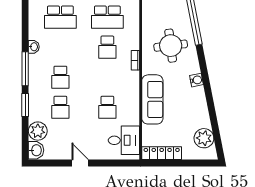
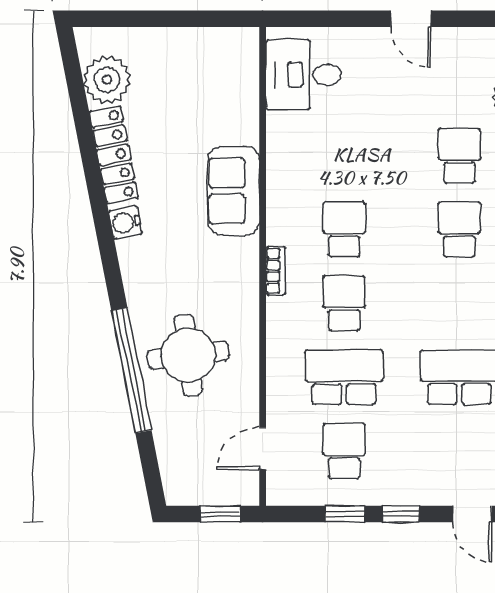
round table: (171, 46) -> (188, 355), moved
sofa: (152, 99) -> (234, 191), width x0.73
school desk: (107, 107) -> (344, 229), moved
locker: (162, 153) -> (114, 155), moved, turned -101

